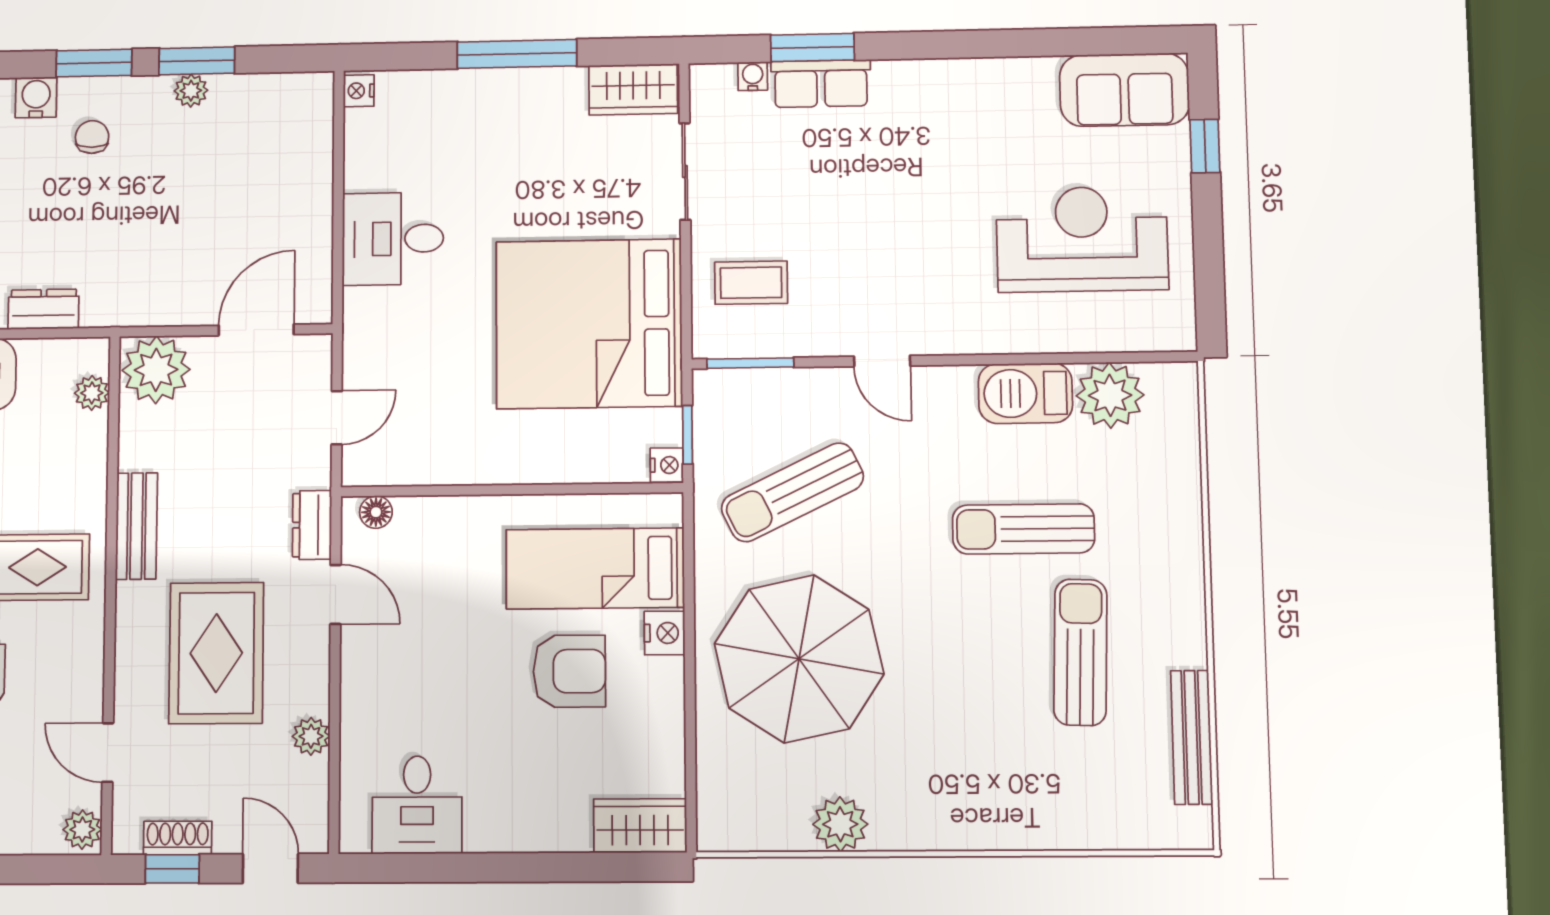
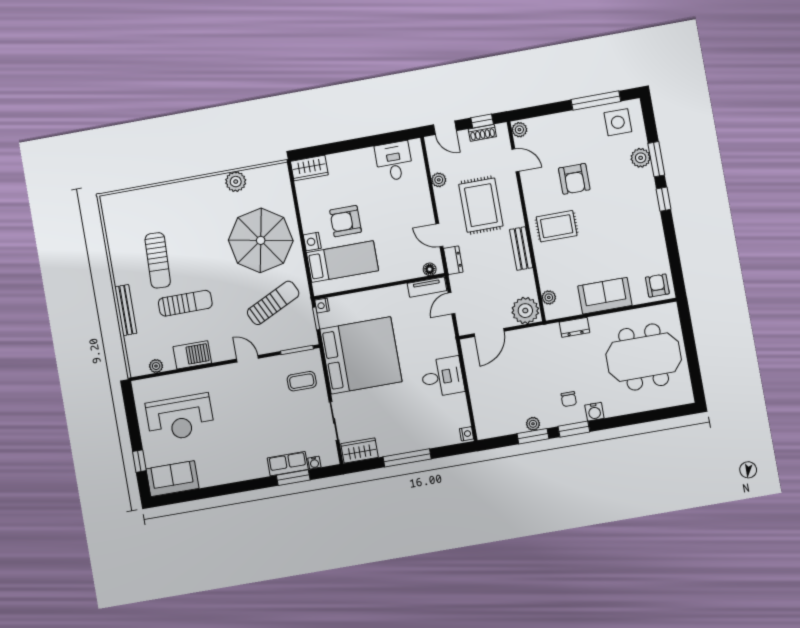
plant: (1110, 395) -> (156, 366), width x0.53, depth x0.53
tv unit: (391, 468) -> (427, 287), added
bench: (1192, 737) -> (126, 310), moved

